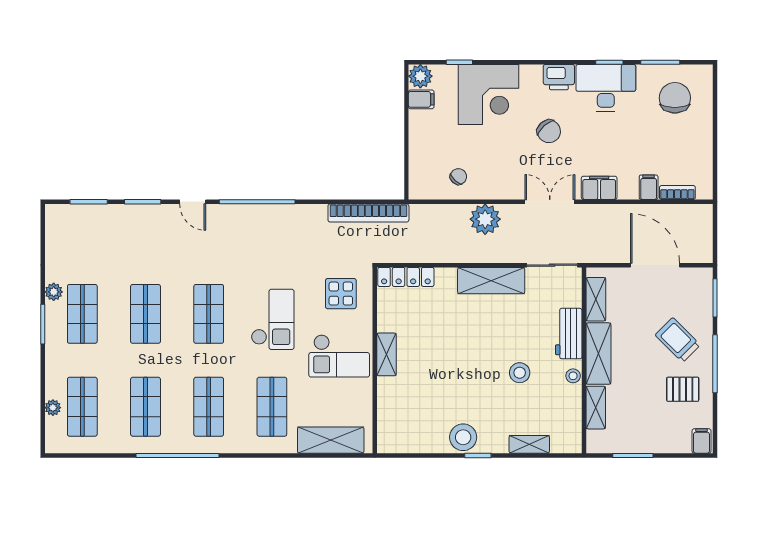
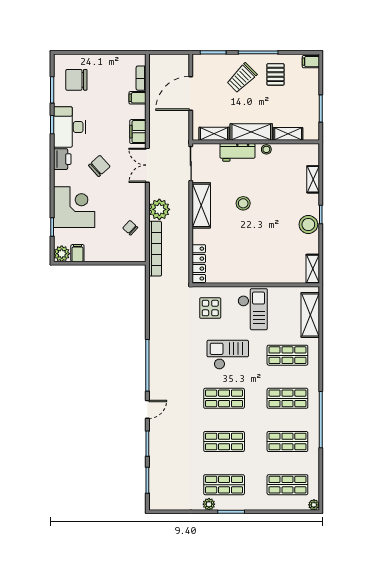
bookcase: (368, 213) -> (155, 249), moved
shelving: (386, 354) -> (313, 269), moved, turned 90
stool: (520, 373) -> (243, 203), moved
plant: (53, 408) -> (314, 505), moved

